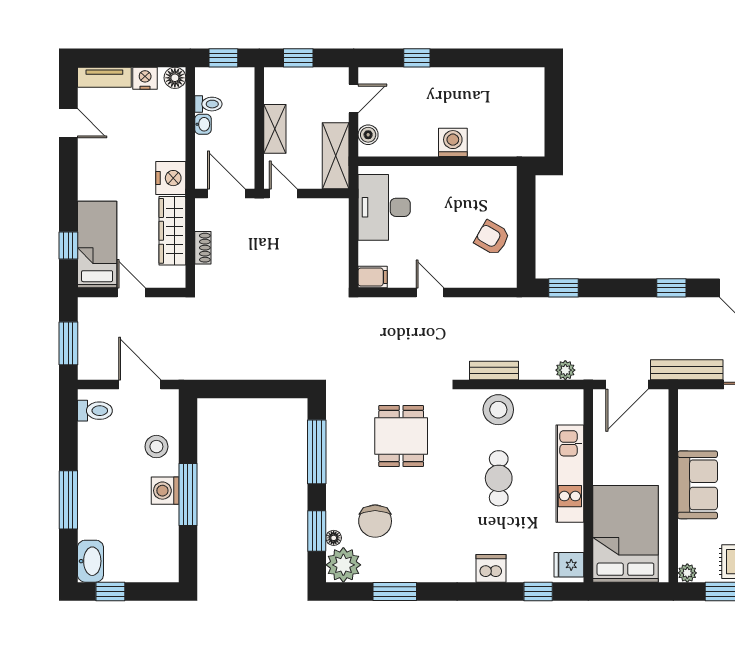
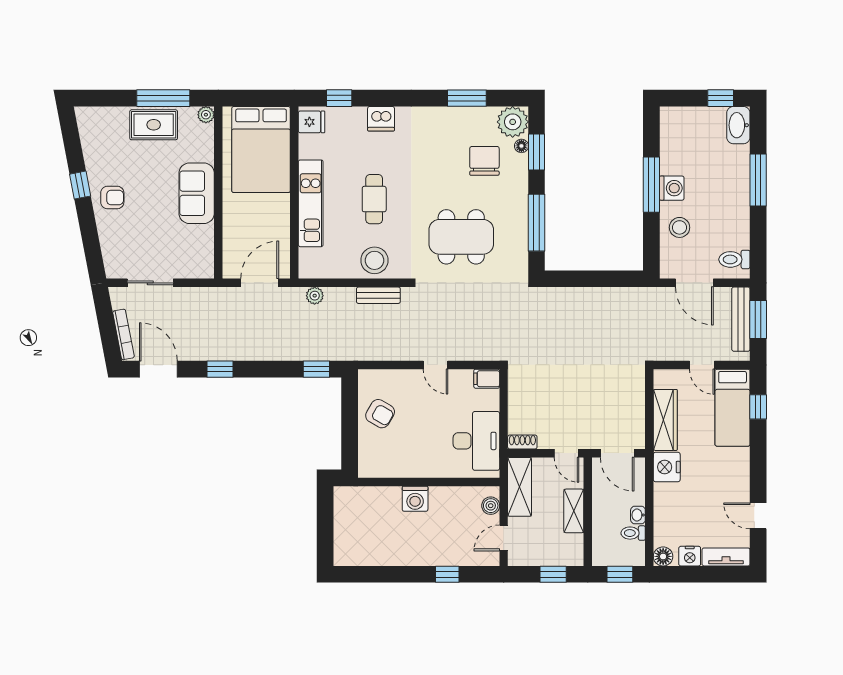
shoe rack: (203, 248) -> (522, 442), moved, turned 90
bench: (687, 370) -> (741, 319), moved, turned 90
dining table: (401, 436) -> (461, 237), width x1.38

